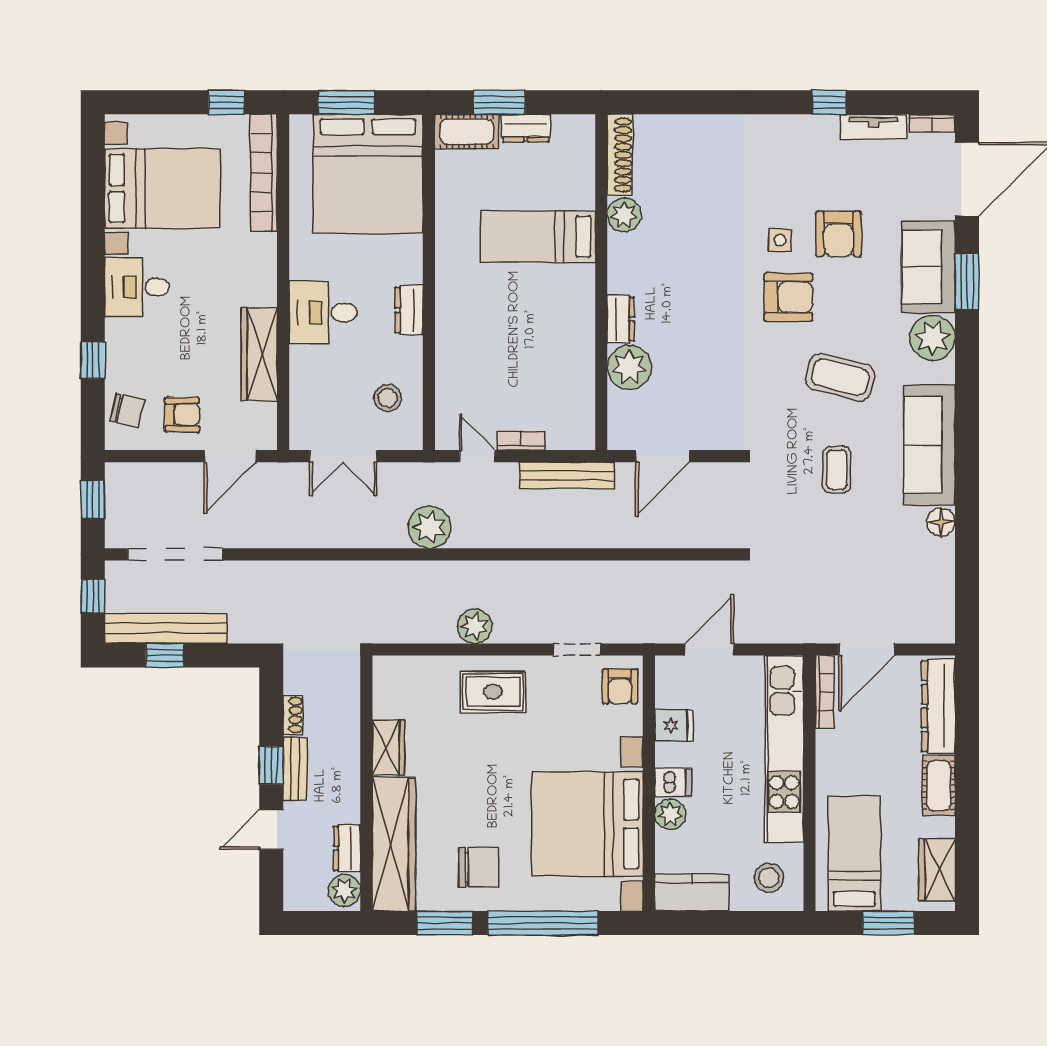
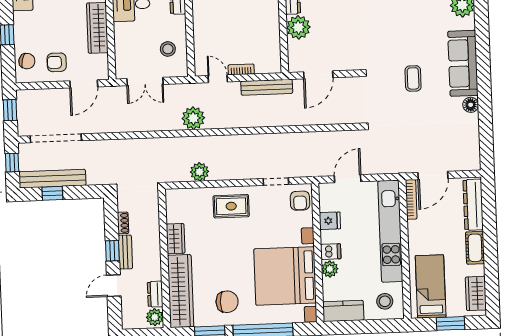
coffee table: (840, 377) -> (413, 28), removed
armchair: (182, 415) -> (57, 62), turned 180
plant: (475, 626) -> (200, 172), moved

